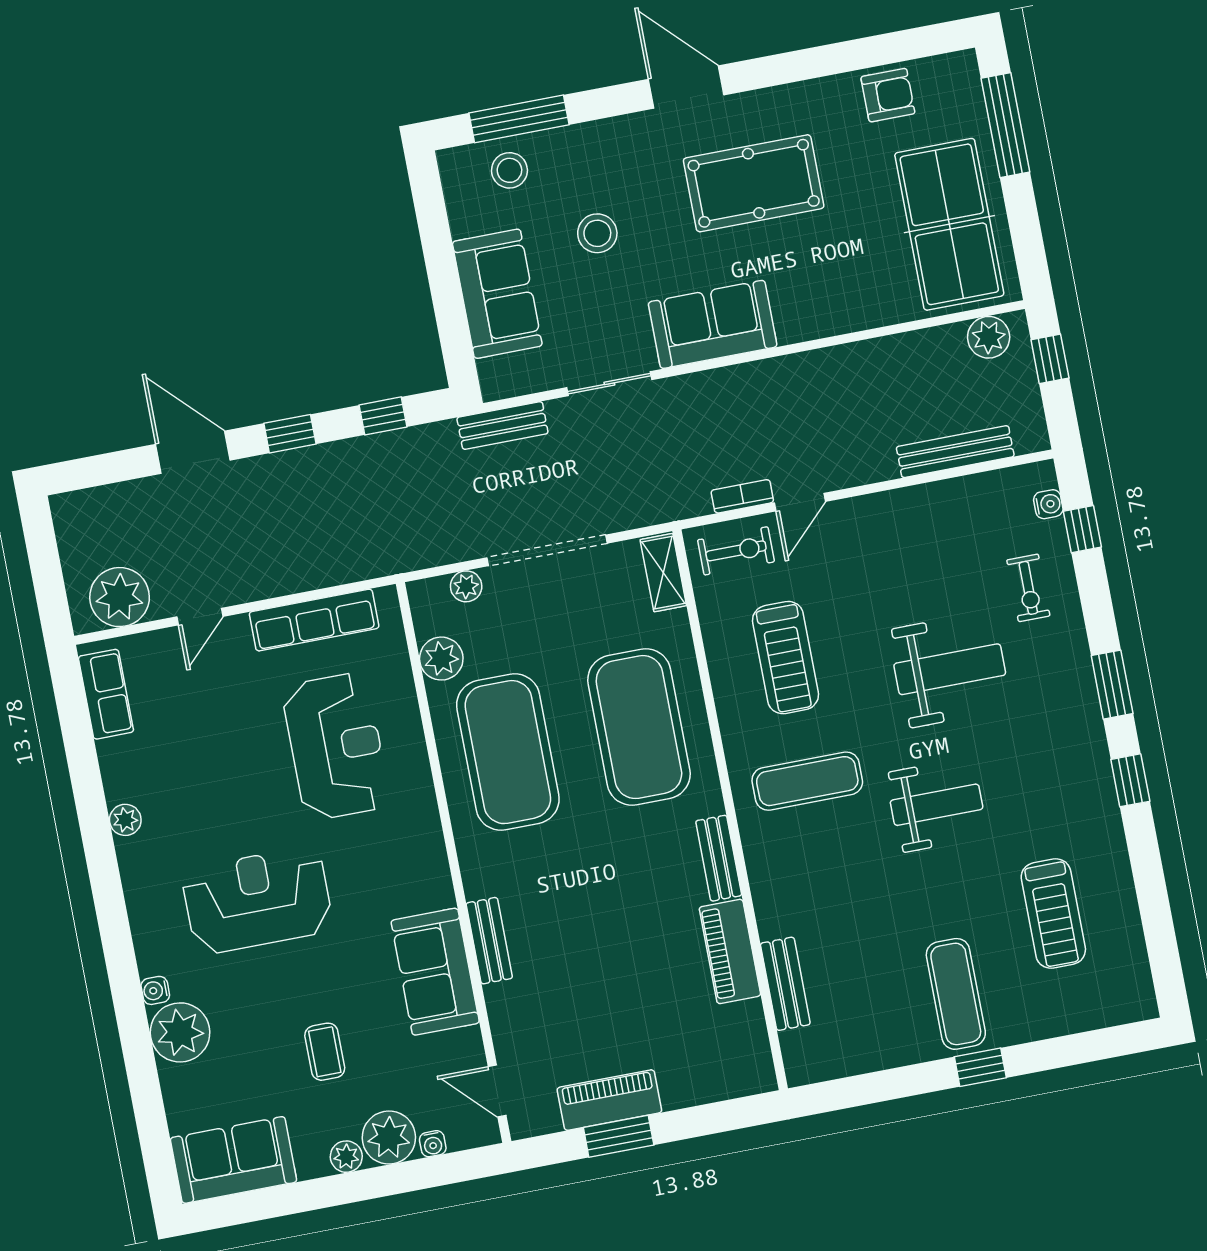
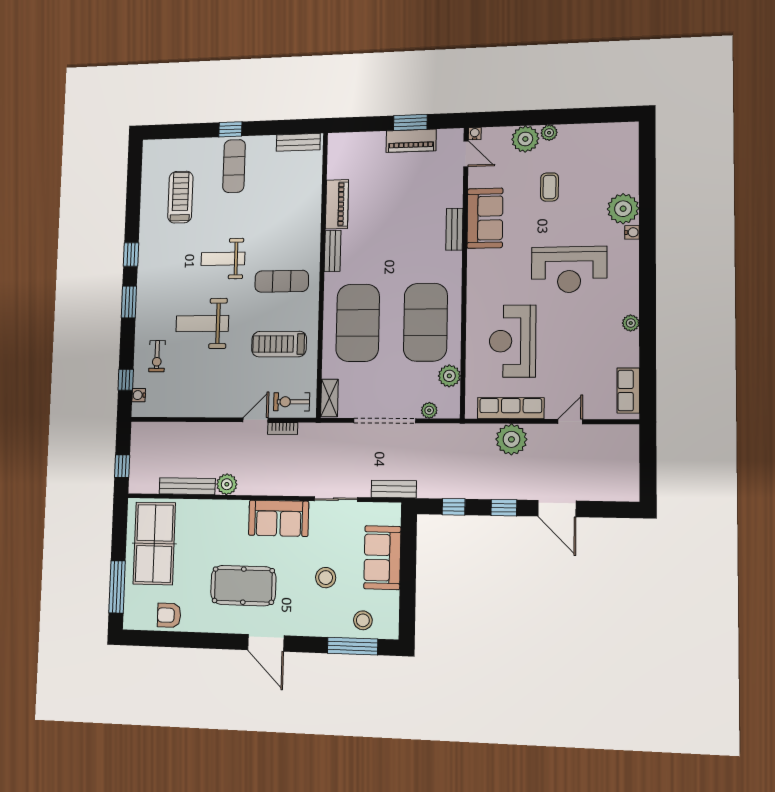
plant: (989, 337) -> (227, 484), moved
bench: (955, 452) -> (187, 486), moved
exercise bike: (1028, 588) -> (157, 356), turned 180
plant: (120, 597) -> (511, 439), moved
treadmill: (786, 658) -> (279, 344), turned -90
bench: (785, 984) -> (298, 142), moved, turned 90
water cooler: (433, 1144) -> (475, 134), moved
sofa: (233, 1160) -> (608, 140), removed

